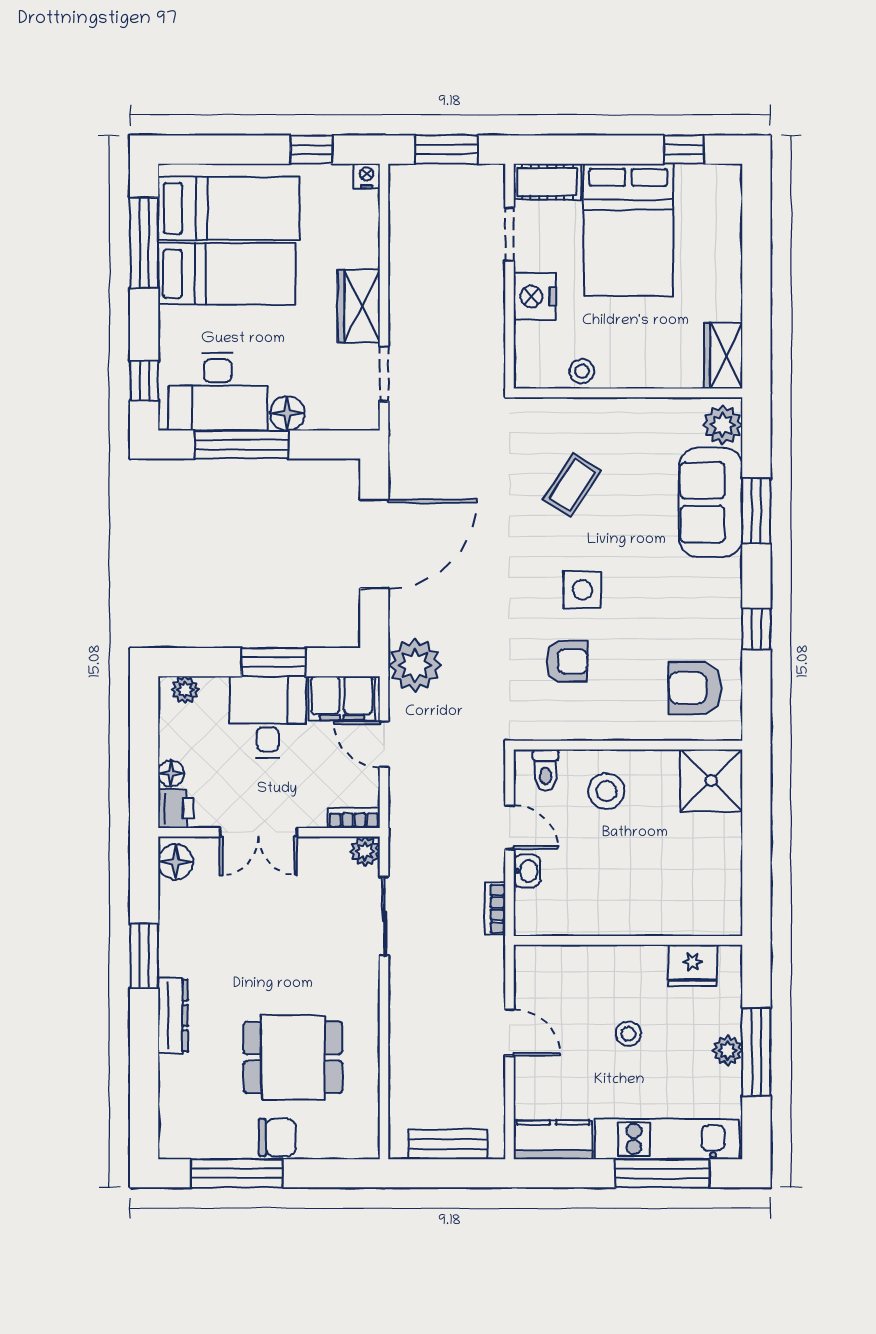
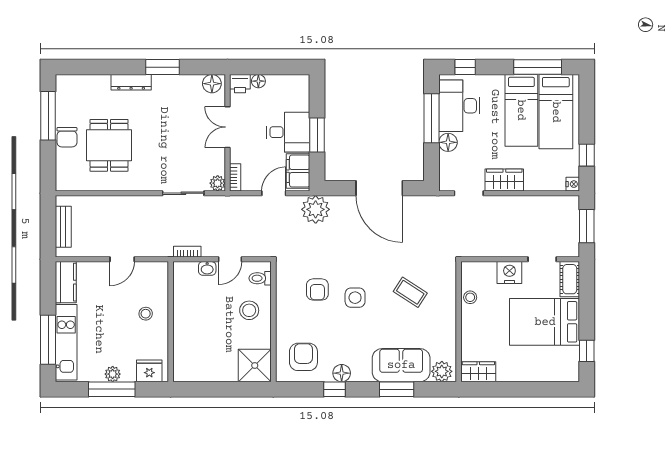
floor lamp: (726, 615) -> (342, 373), added
plant: (185, 690) -> (302, 89), removed
fridge: (692, 965) -> (149, 371), moved, turned 90
stool: (628, 1034) -> (146, 314), moved

